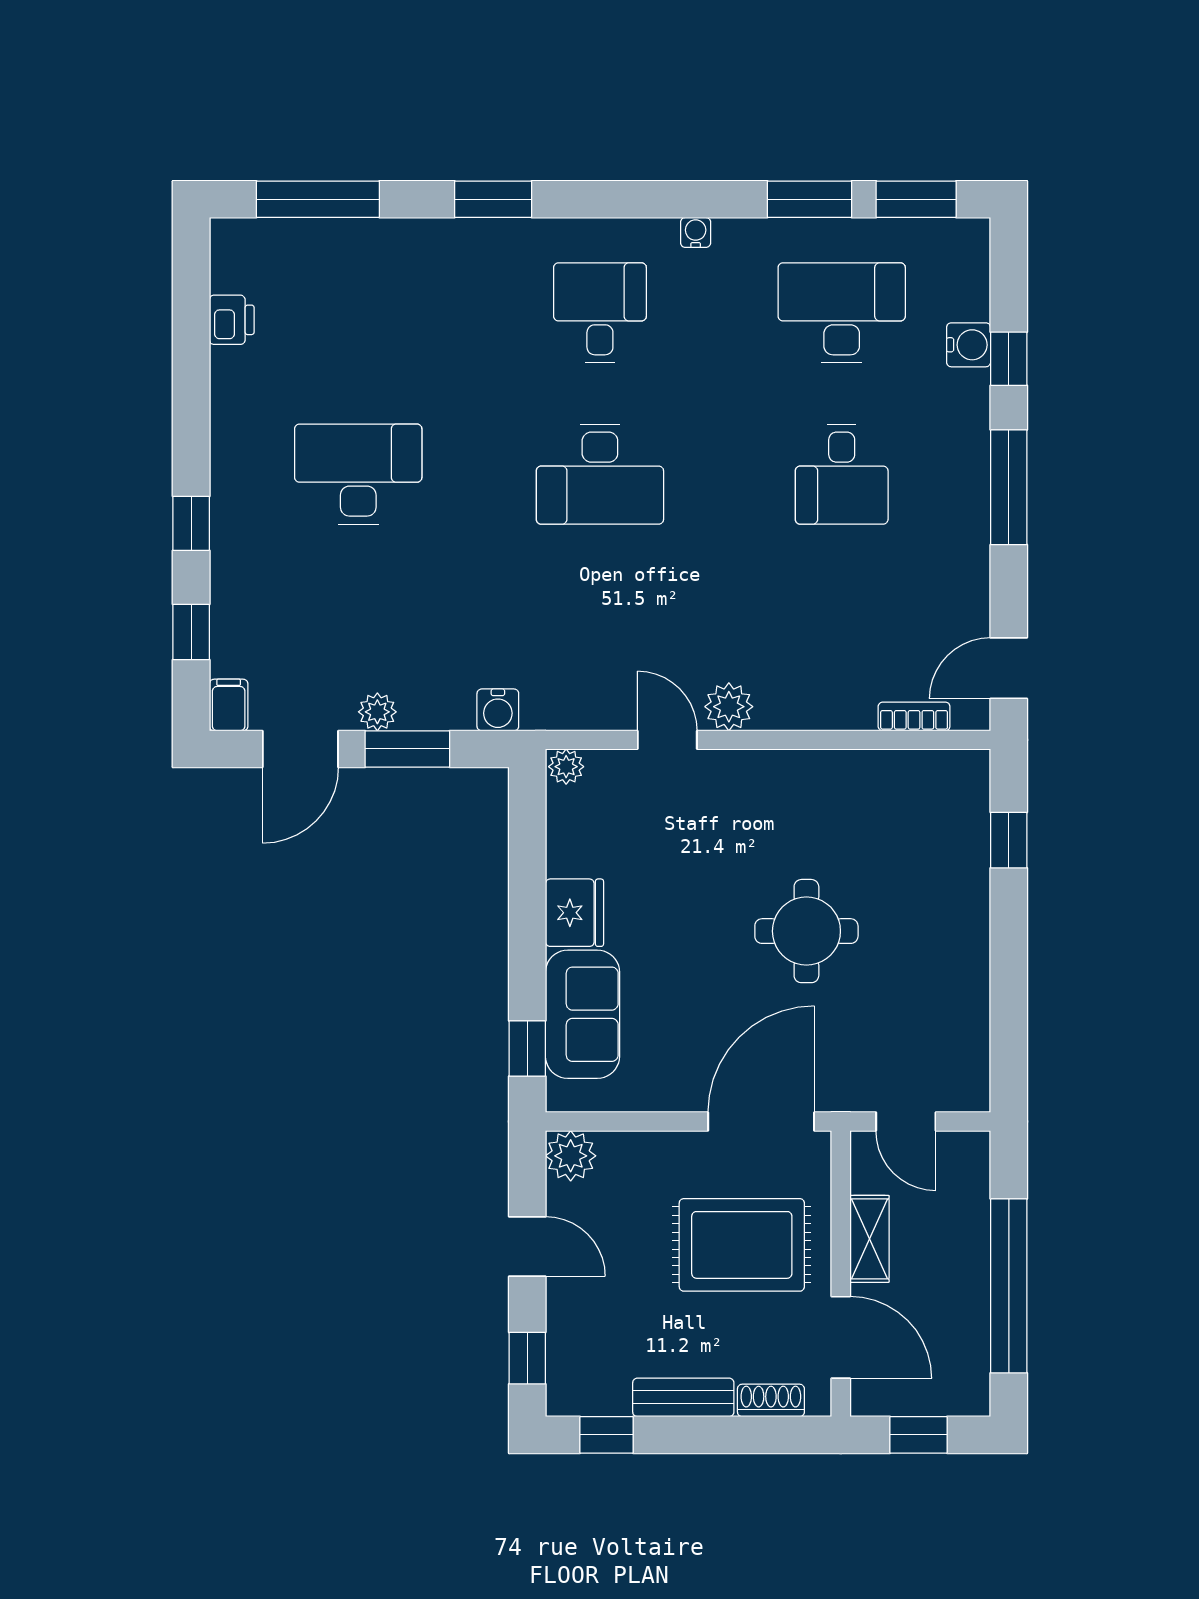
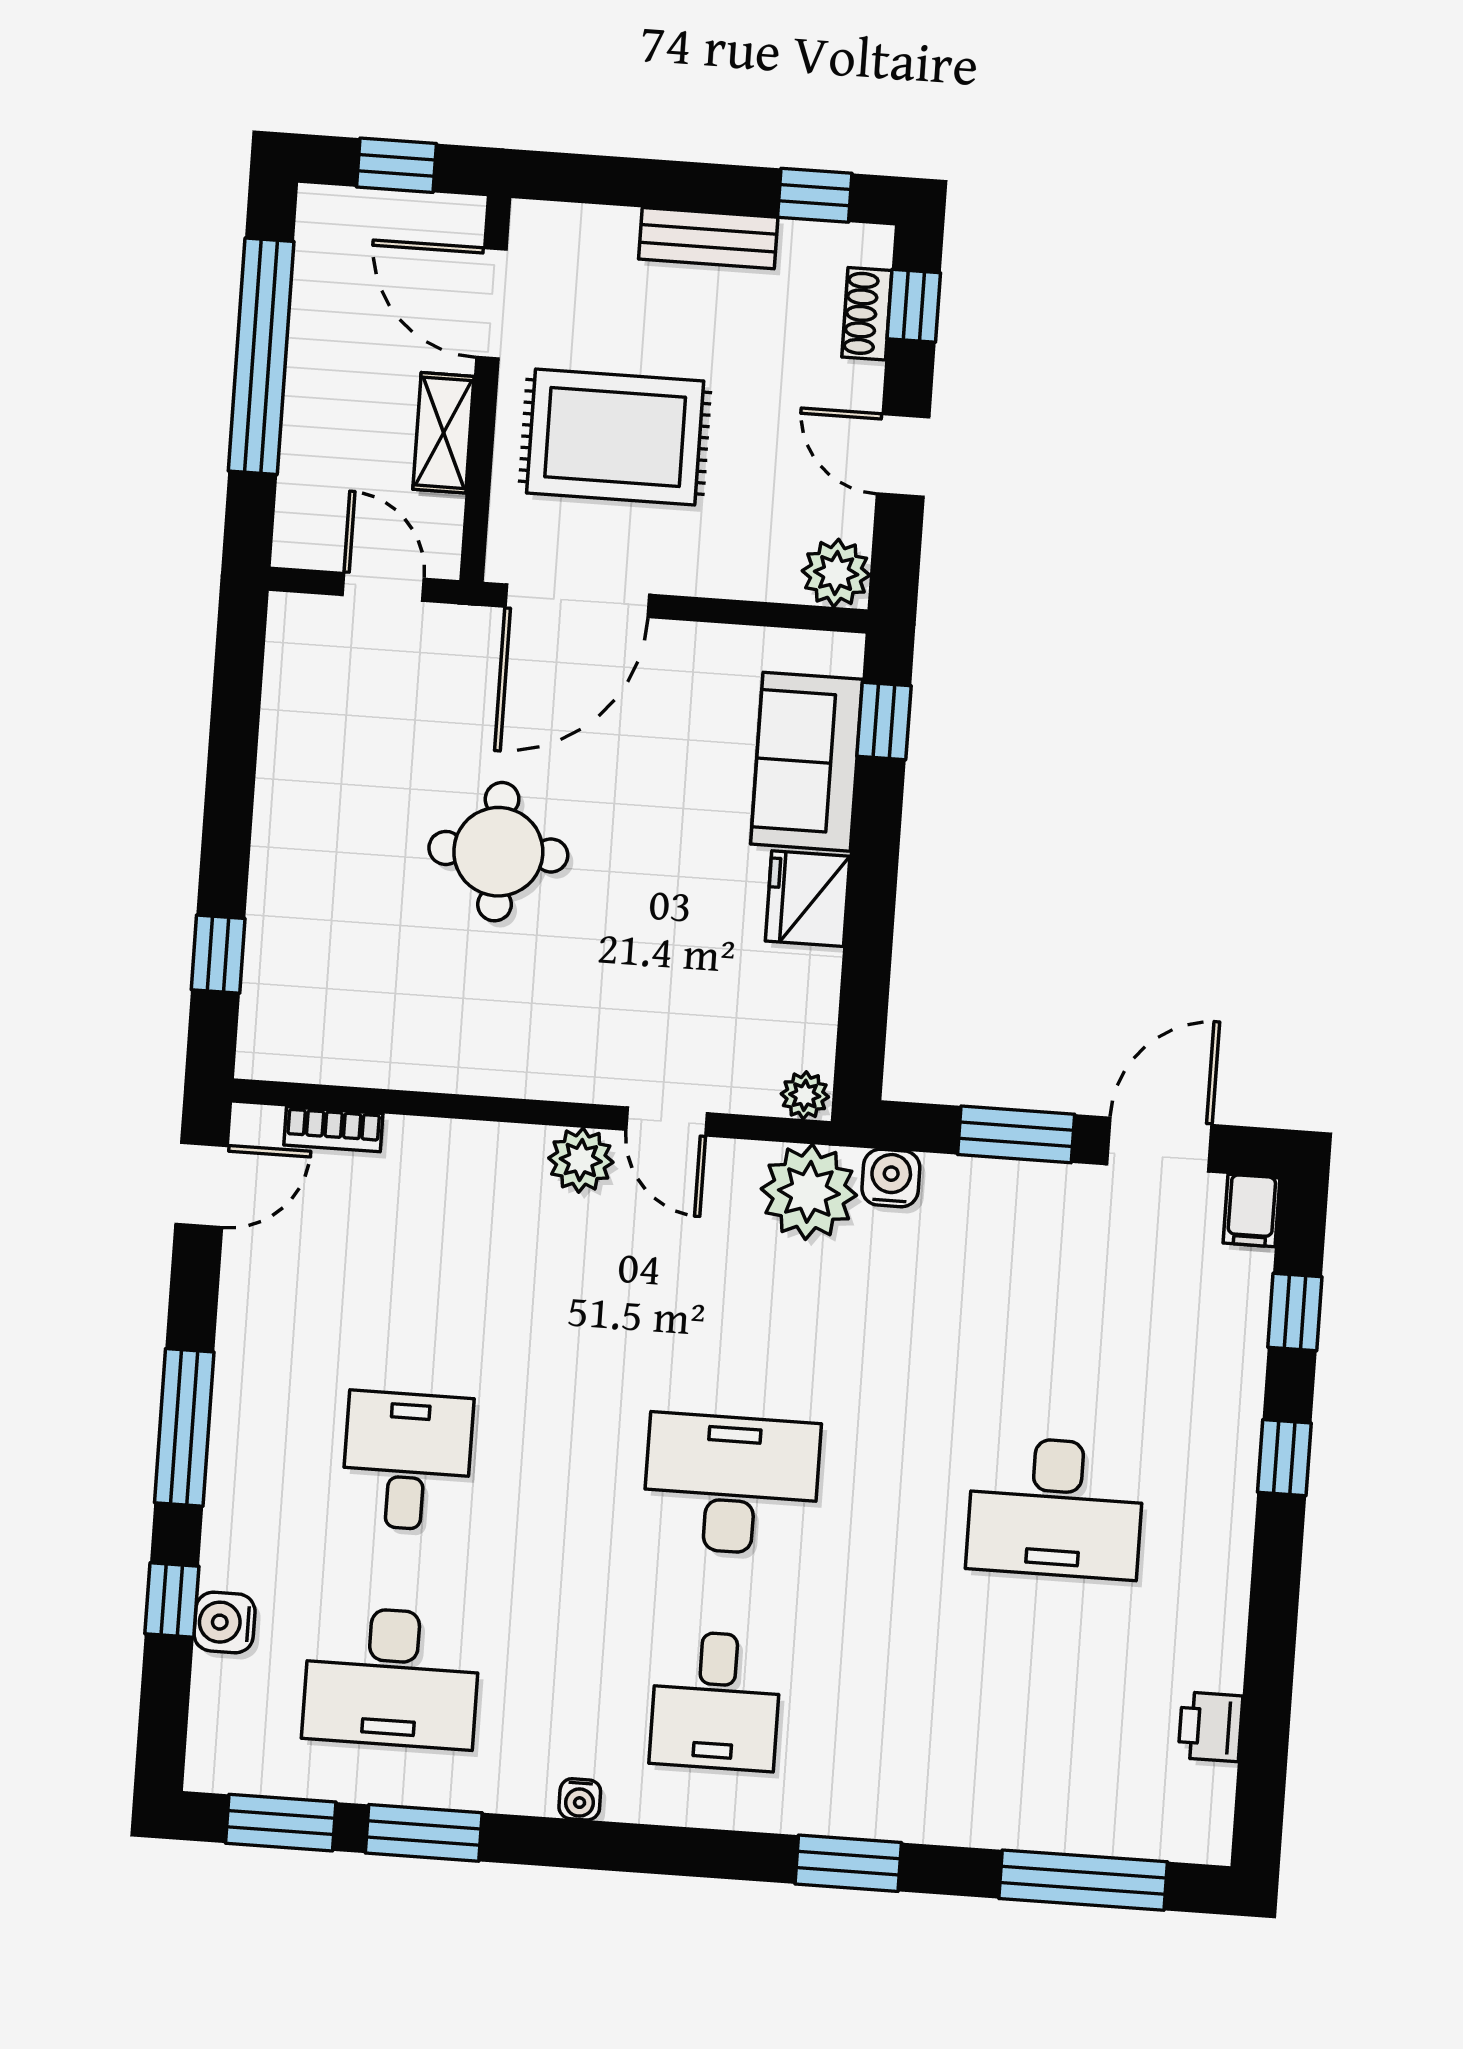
plant: (377, 712) -> (809, 1192), moved, width x1.87, depth x1.87
shoe rack: (771, 1400) -> (867, 314), moved, turned 90

